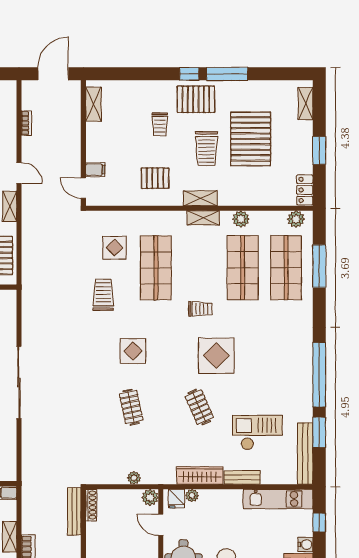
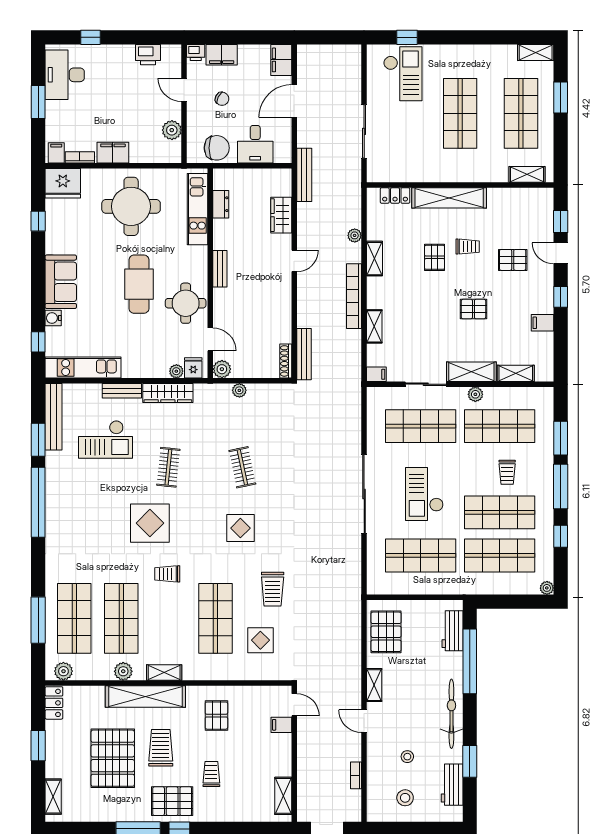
pallet: (155, 178) -> (216, 716), turned 90
shelving: (200, 198) -> (145, 697), width x2.20, depth x1.33
clothes rail: (199, 407) -> (168, 467), turned 30

